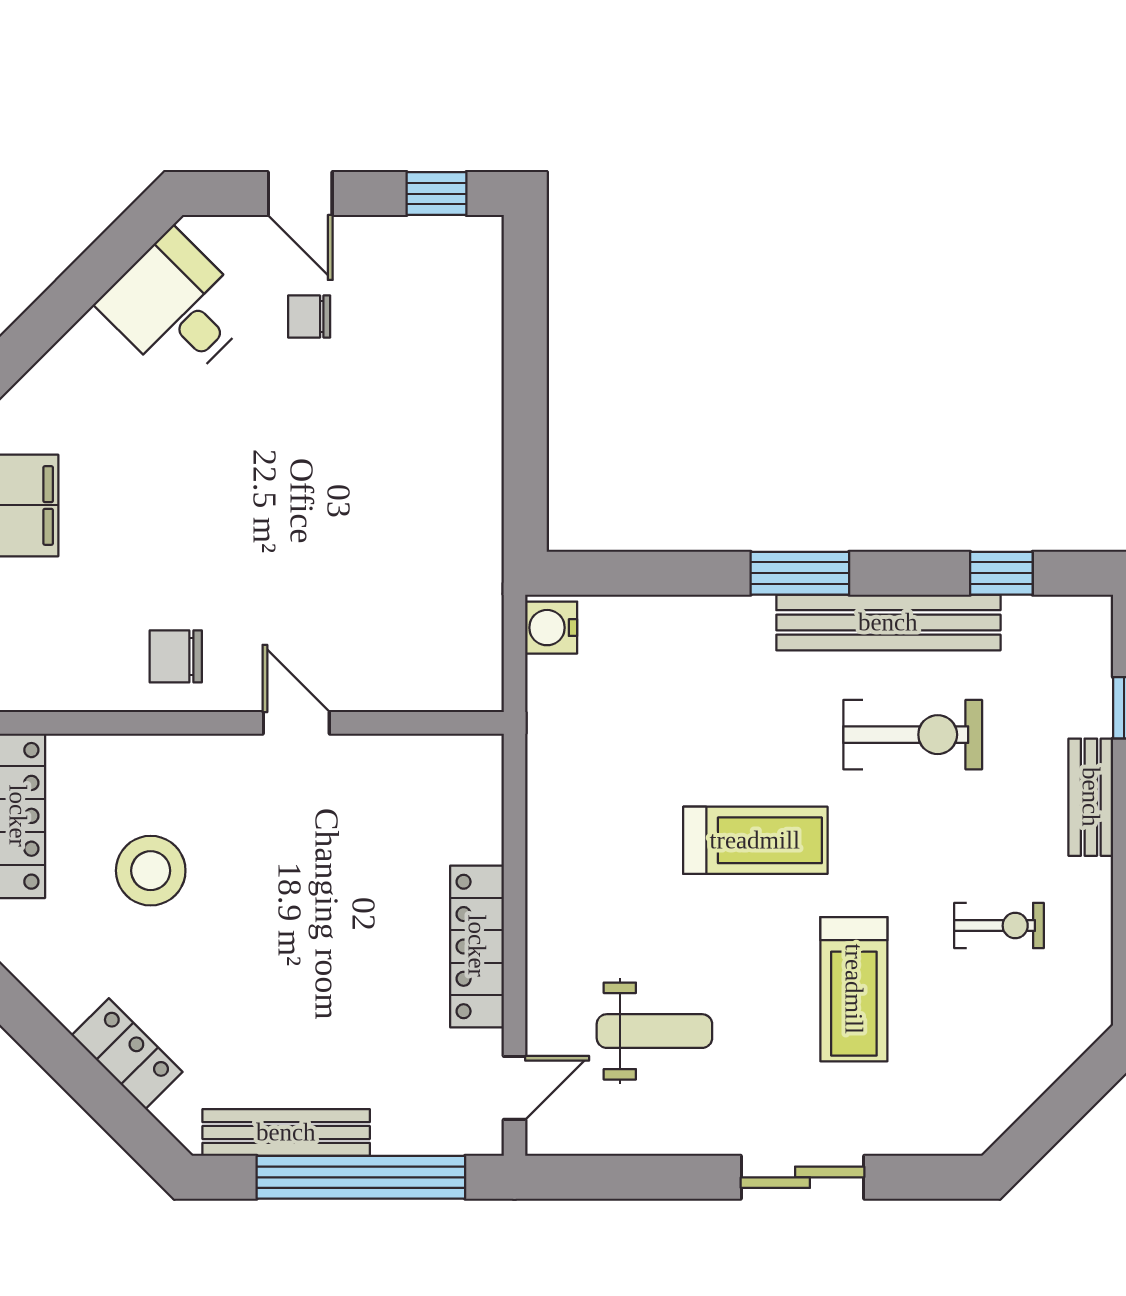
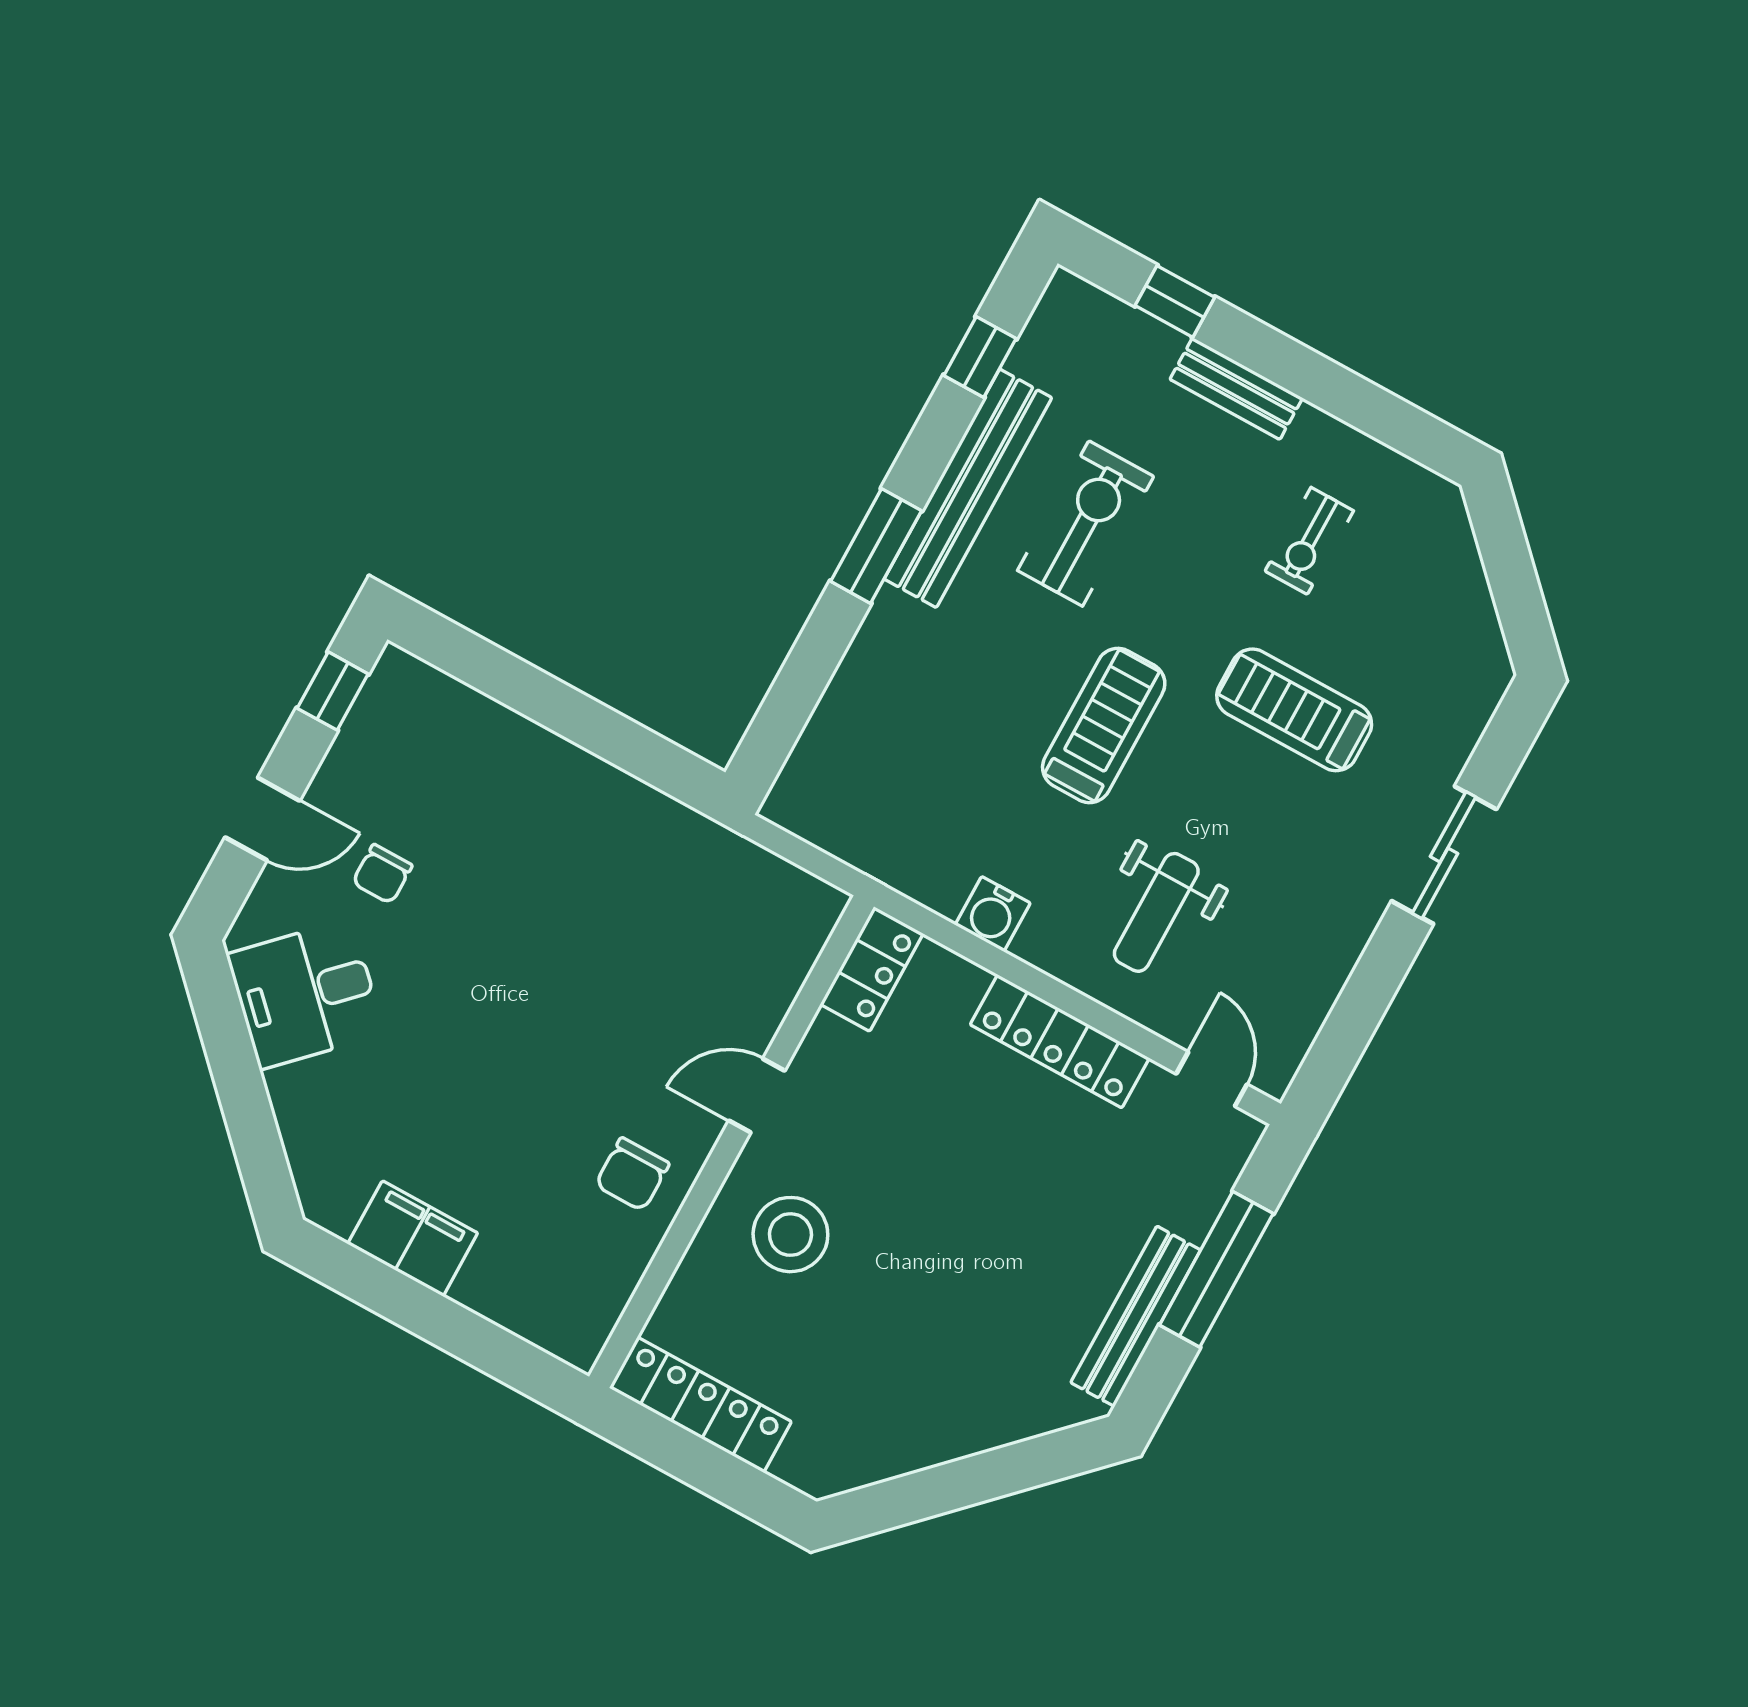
water cooler: (551, 628) -> (993, 914), moved
stool: (151, 871) -> (790, 1235), moved
exercise bike: (999, 926) -> (1309, 541), turned 180
treadmill: (854, 989) -> (1294, 710), turned 180
weight bench: (654, 1031) -> (1156, 912), moved, turned 180
locker: (127, 1054) -> (872, 969), moved, turned 135
window: (361, 1177) -> (1216, 1269), width x0.68

